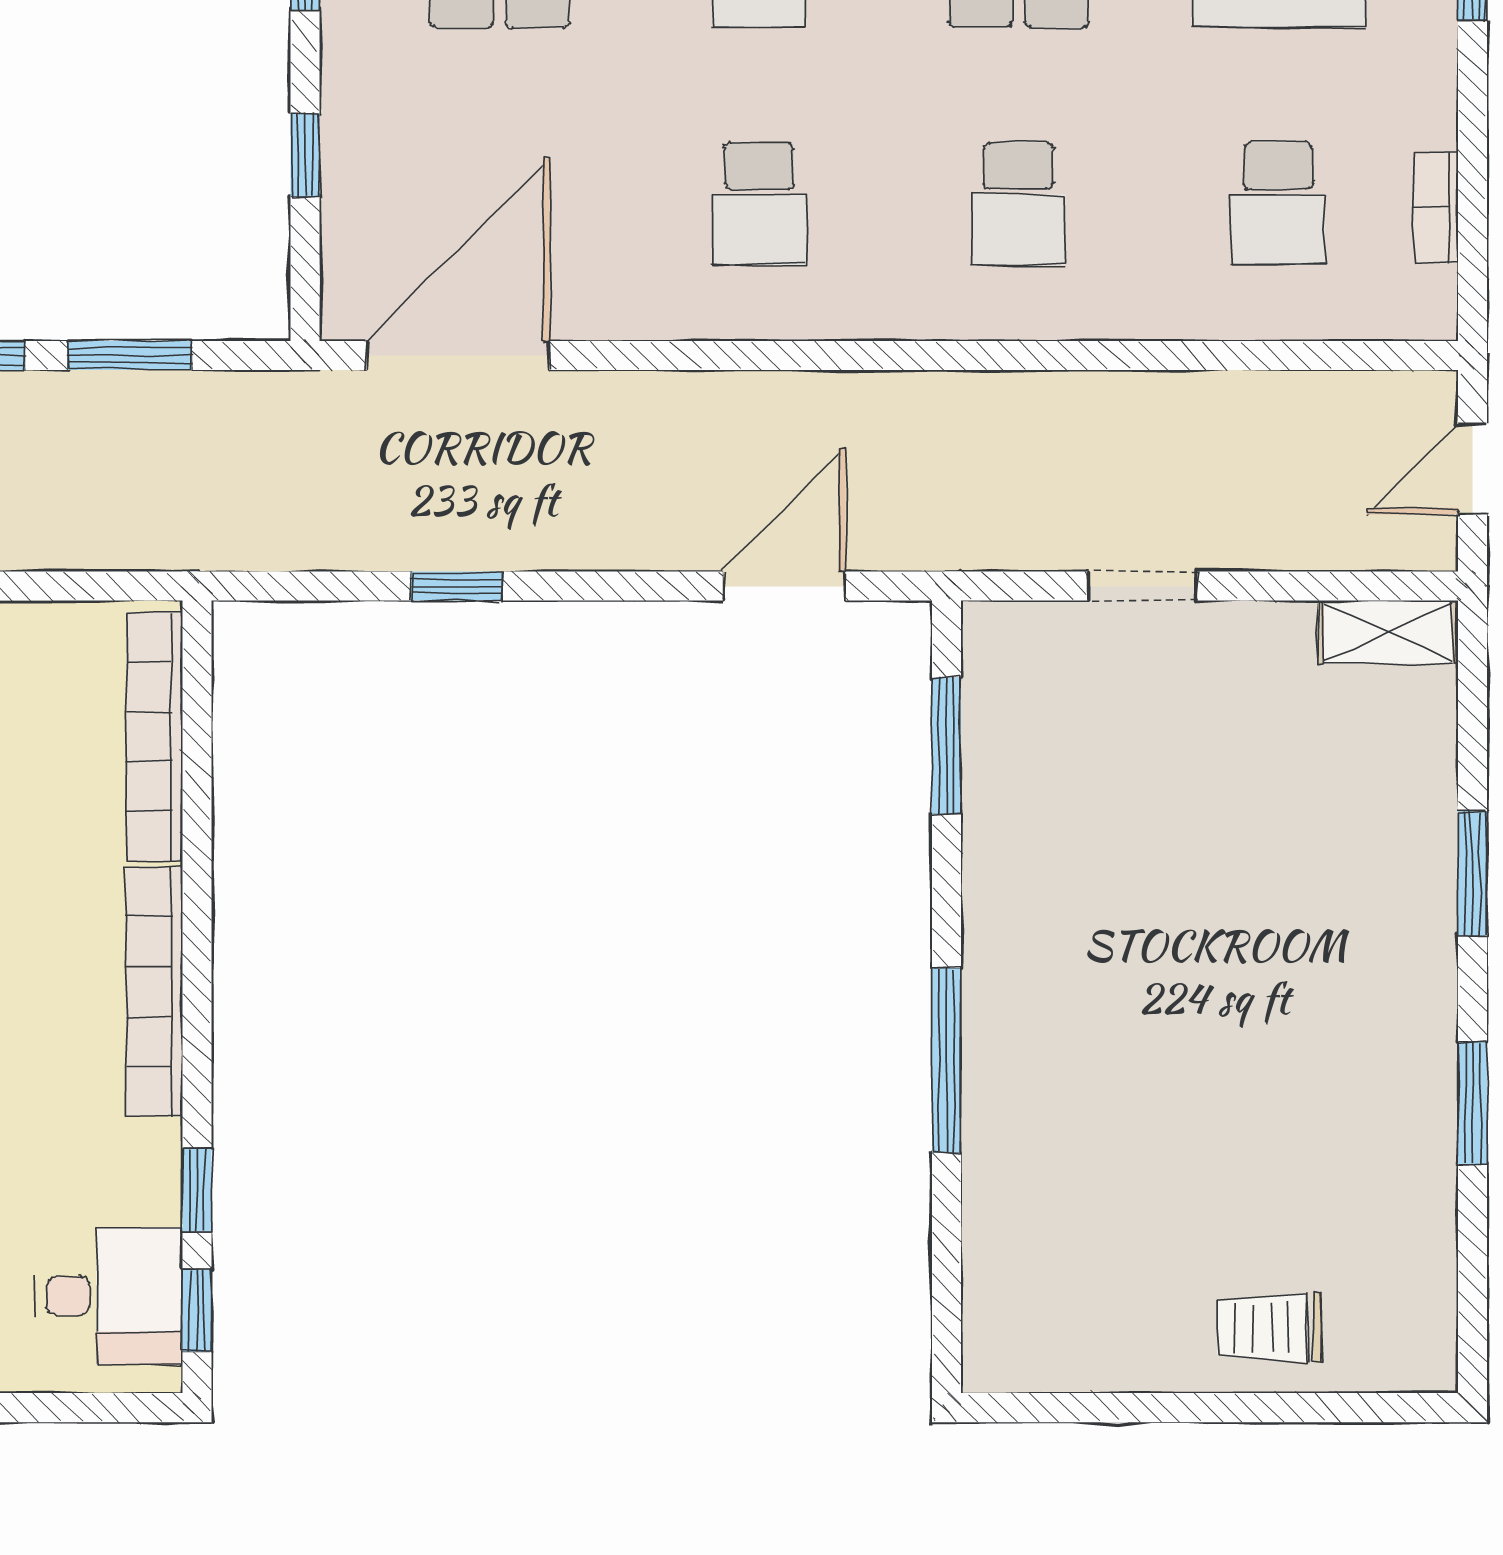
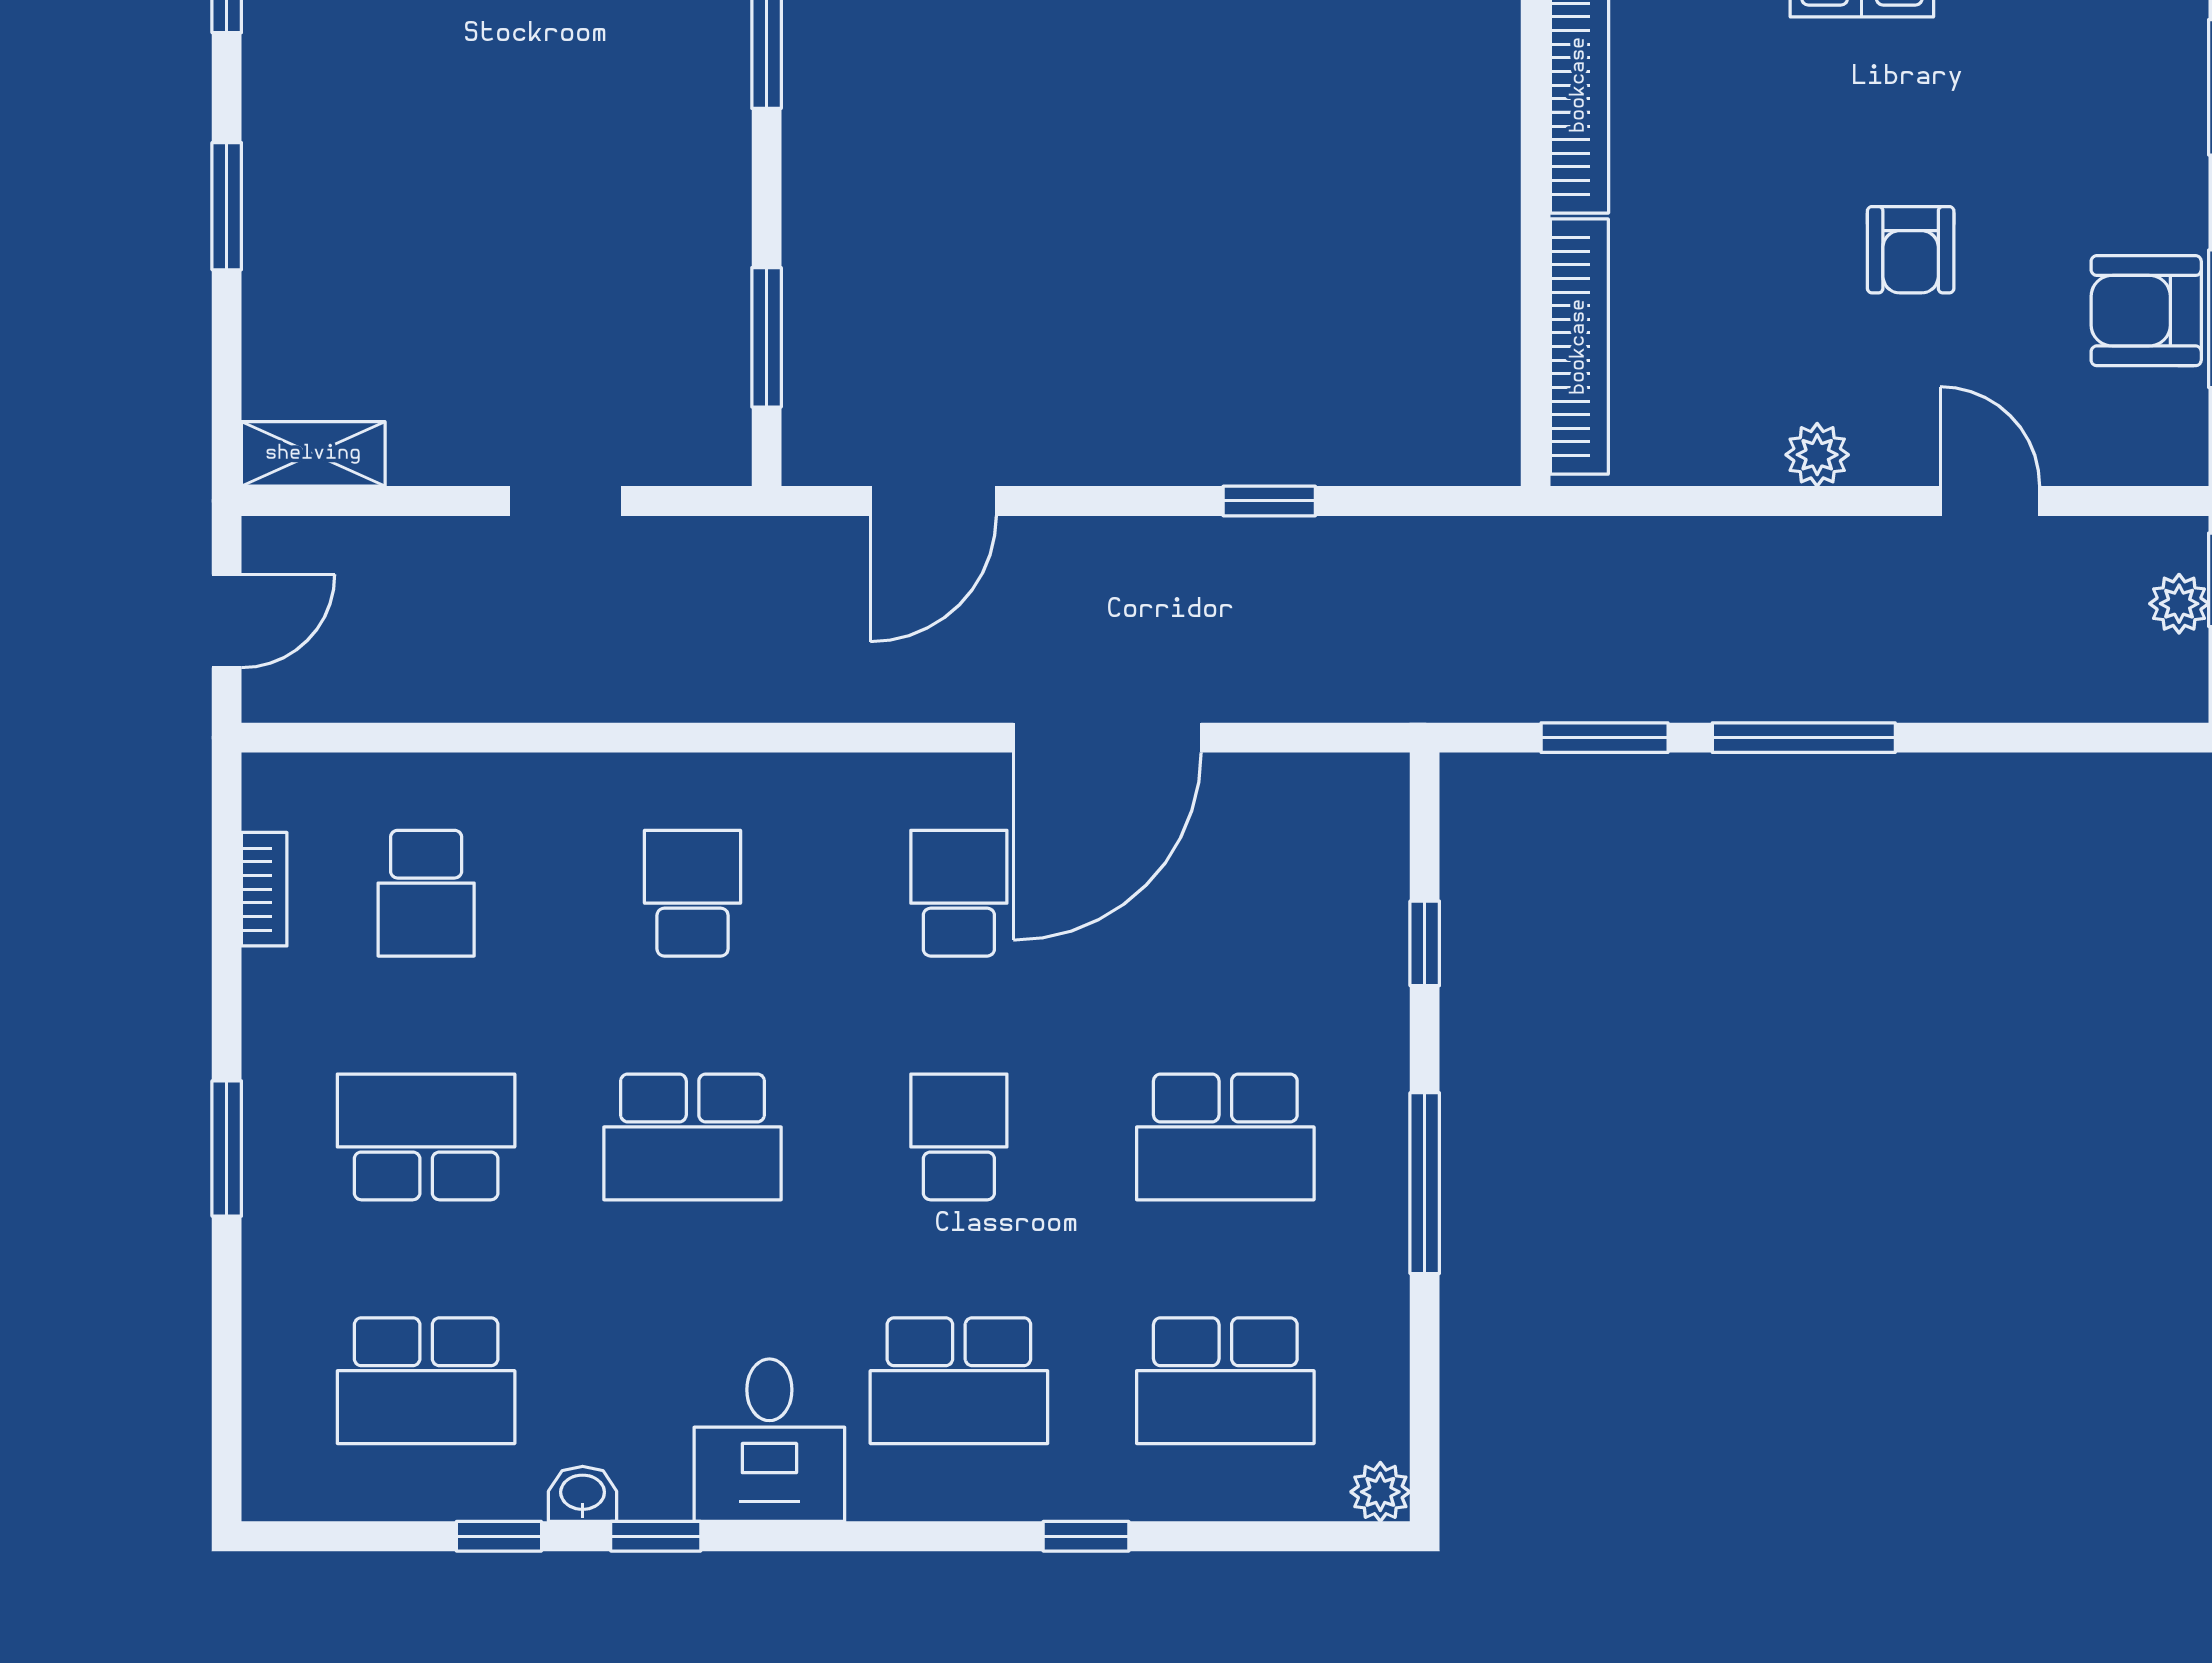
school desk: (1278, 204) -> (426, 893), turned 180
door: (458, 355) -> (1107, 738), moved

